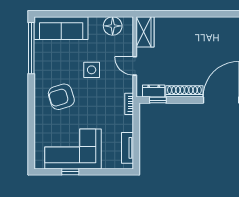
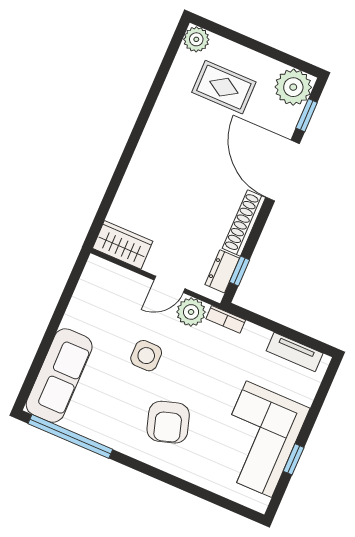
floor lamp: (113, 26) -> (91, 292), removed
plant: (125, 84) -> (191, 312), added

